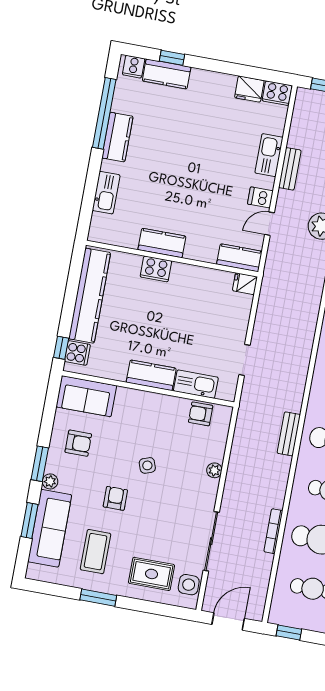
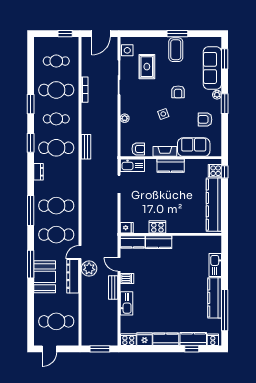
kitchen counter: (213, 82) -> (166, 339), added
kitchen counter: (117, 137) -> (215, 298), width x1.50
bench: (290, 169) -> (113, 287), moved
door: (270, 224) -> (119, 264), swing flipped
kitchen counter: (162, 243) -> (159, 242), moved
cooker: (156, 269) -> (157, 227), moved
kitchen sink: (196, 384) -> (132, 165), moved
sofa: (86, 396) -> (194, 147), moved
fireplace: (156, 401) -> (165, 151), added
window: (29, 520) -> (225, 59), moved
coffee table: (96, 552) -> (176, 50), moved
rug: (152, 574) -> (147, 67), moved, turned 90

